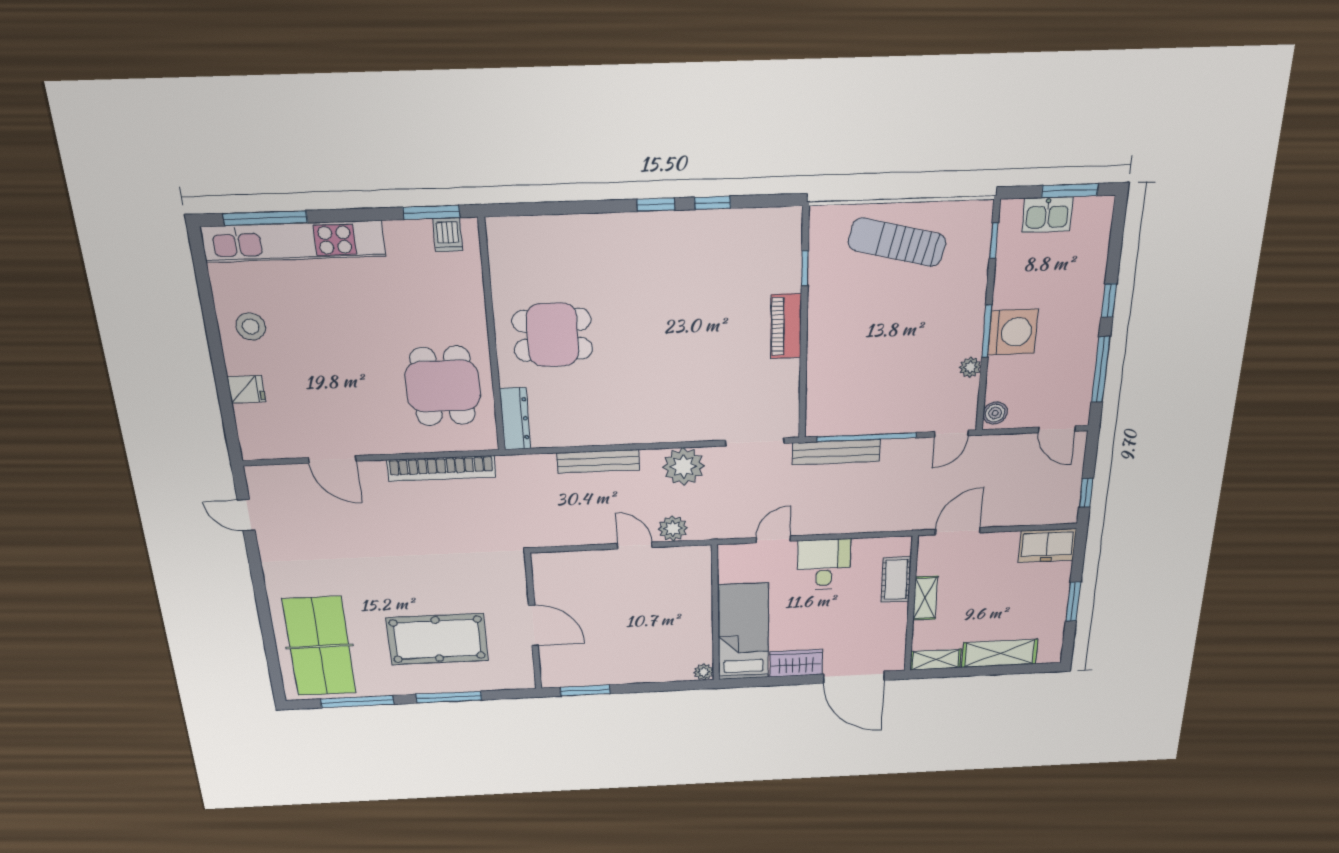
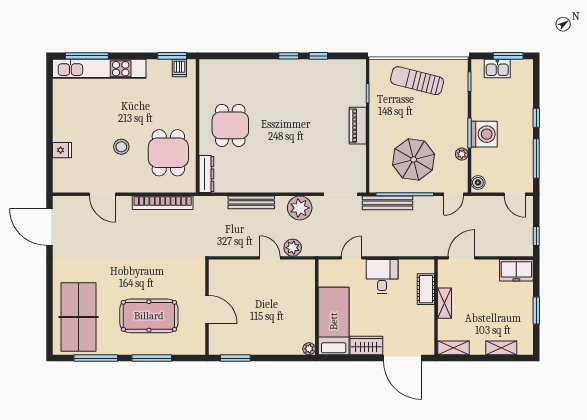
stool: (251, 327) -> (121, 147), moved
dining table: (552, 335) -> (230, 125), turned 90
parasol: (885, 380) -> (414, 159), added
door: (246, 515) -> (50, 227), width x1.88
shelving: (1000, 653) -> (501, 348), width x0.67, depth x0.75

